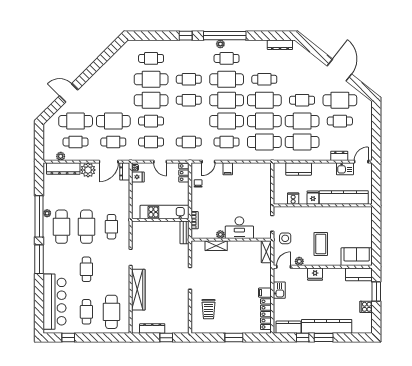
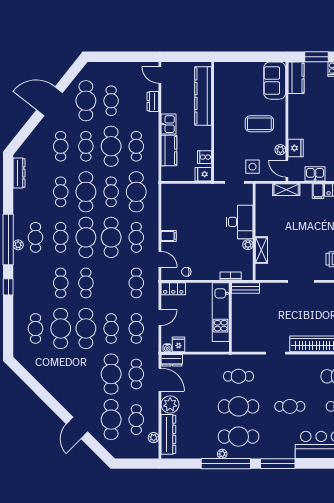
cafe table: (227, 79) -> (61, 237), width x0.73, depth x0.74
cafe table: (302, 79) -> (61, 146), added
cafe table: (264, 121) -> (111, 192), width x0.73, depth x0.74
cafe table: (302, 142) -> (136, 146), width x0.73, depth x0.74
kitchen sink: (345, 169) -> (169, 124), moved
fridge: (313, 198) -> (203, 174), moved
shelving: (266, 252) -> (286, 190), moved
fridge: (315, 274) -> (296, 148), moved

